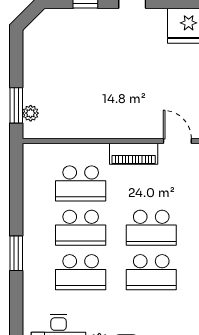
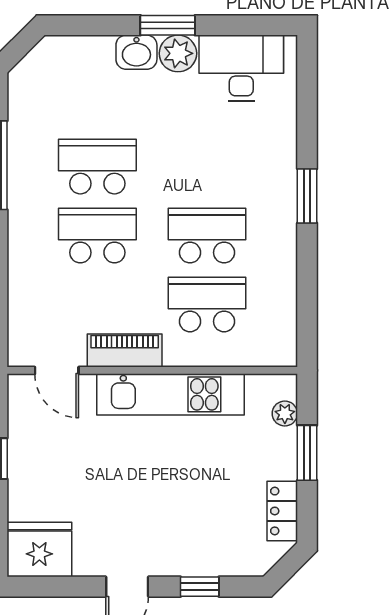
locker: (32, 50) -> (282, 511), added
window: (16, 105) -> (307, 453), moved
kitchen unit: (104, 125) -> (170, 394), added
school desk: (81, 272) -> (207, 167), removed

